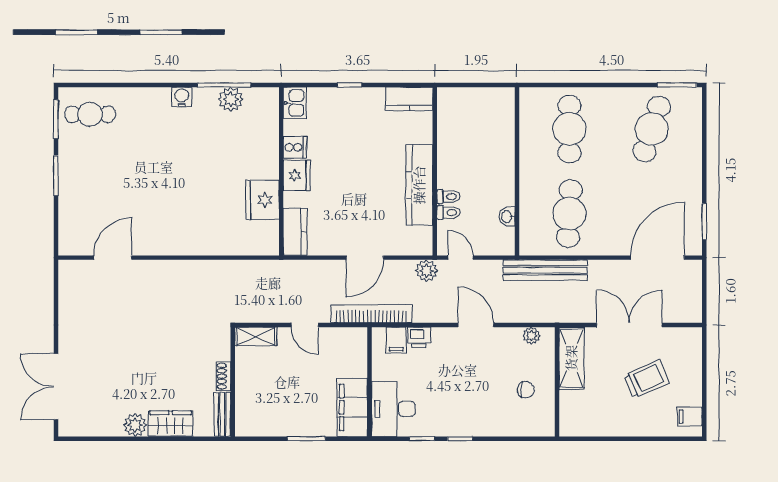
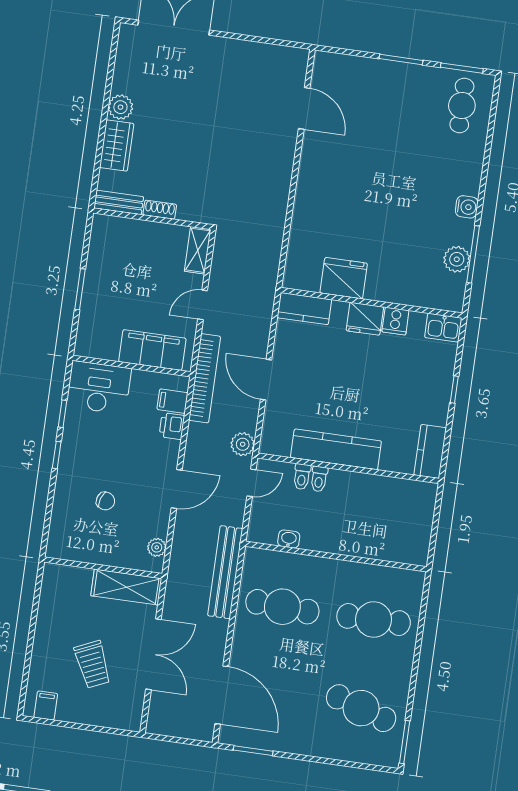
chair: (526, 390) -> (105, 501), moved, turned -72
filing cabinet: (352, 407) -> (152, 350), moved

